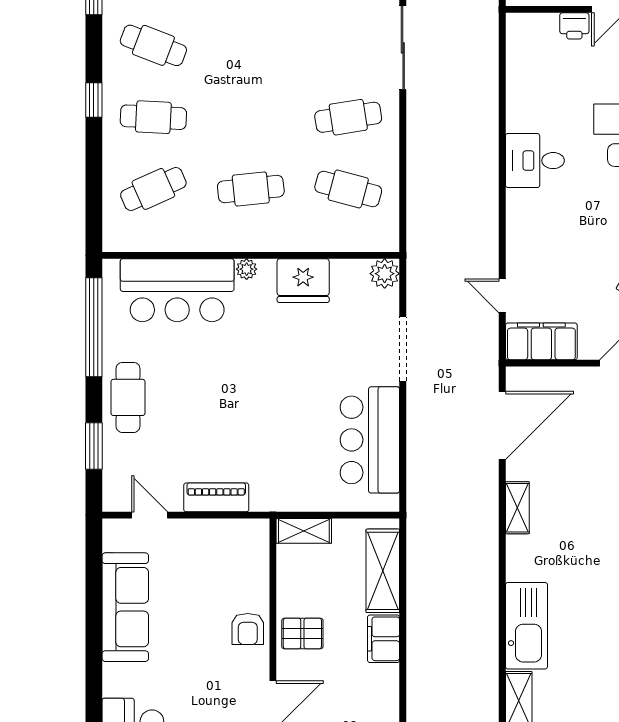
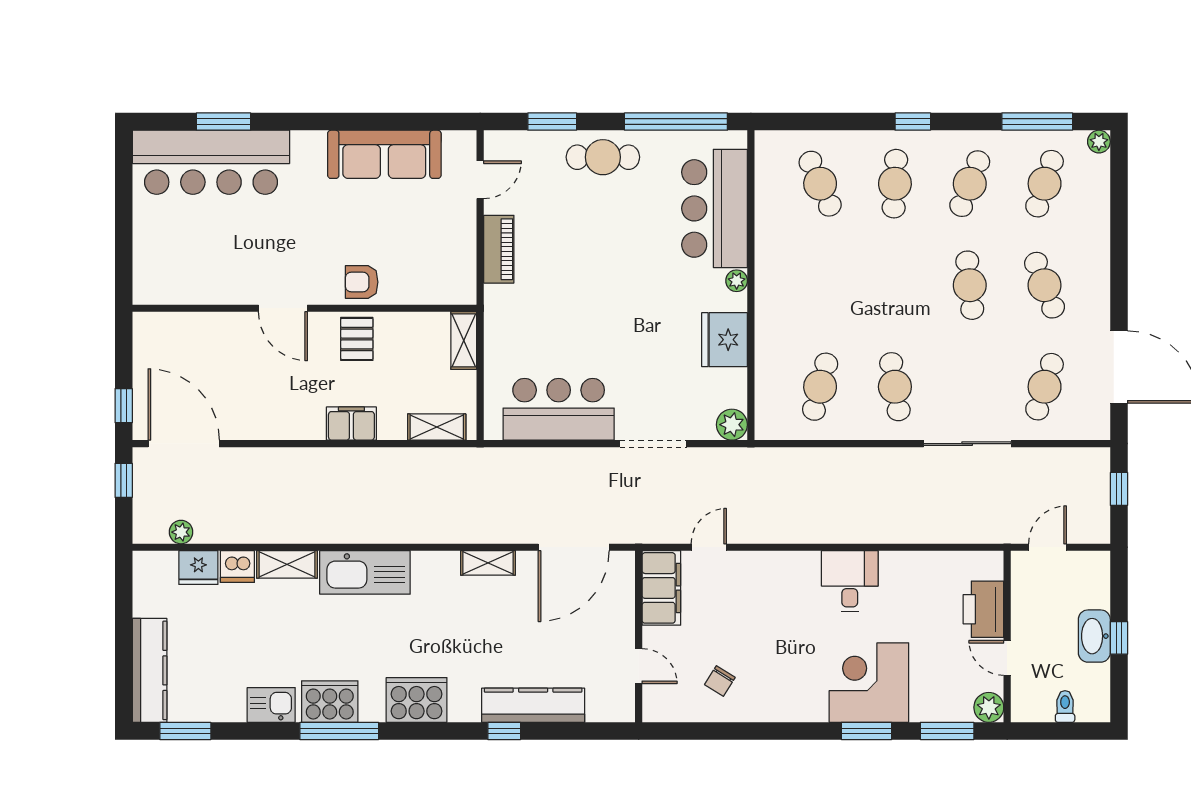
printer: (574, 26) -> (983, 609), width x1.87, depth x1.48
cafe table: (251, 189) -> (970, 285), moved
door: (502, 425) -> (574, 547), hinge flipped
shelving: (383, 571) -> (437, 427), width x0.67, depth x0.75

